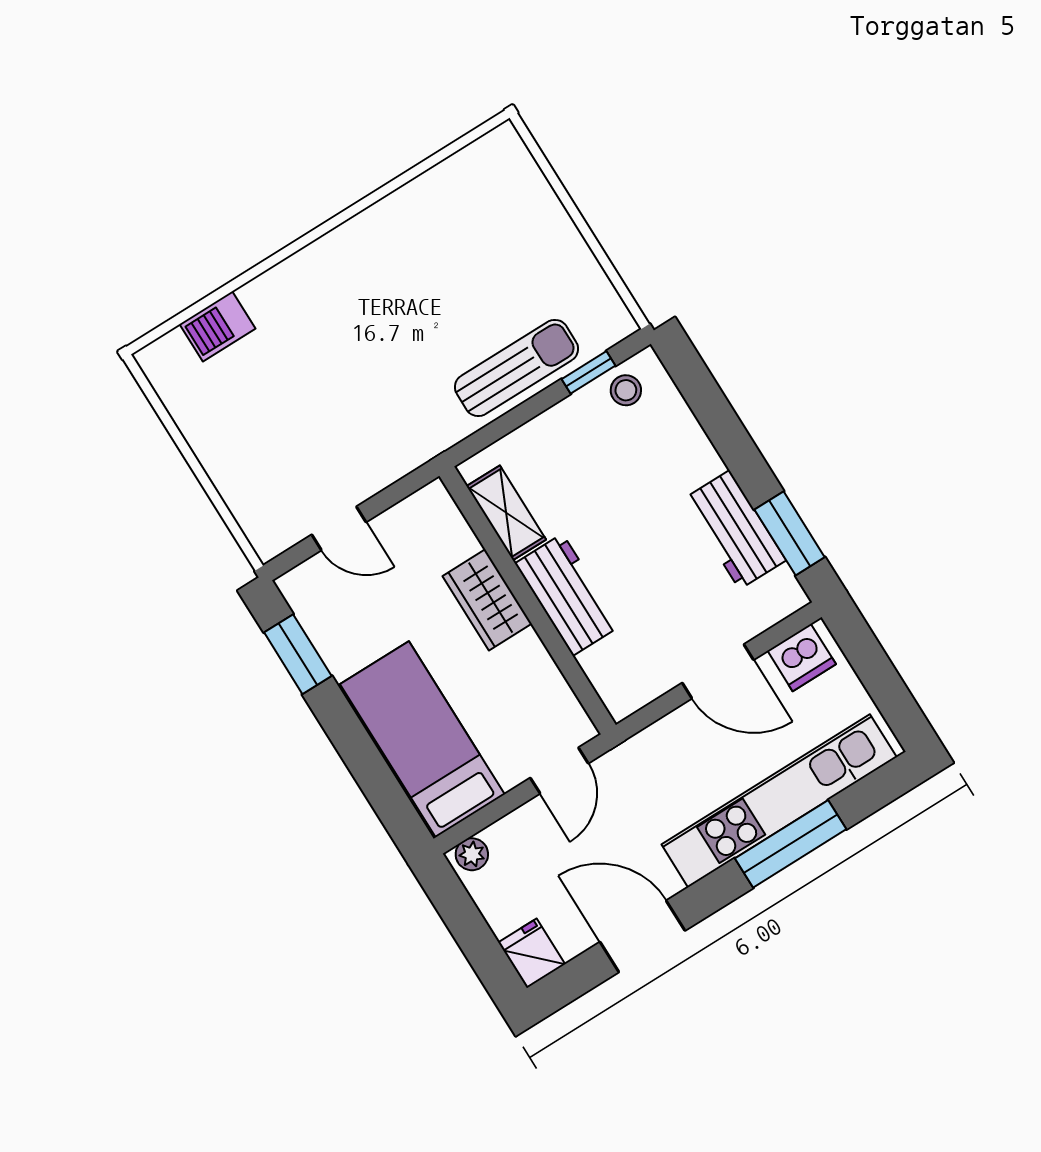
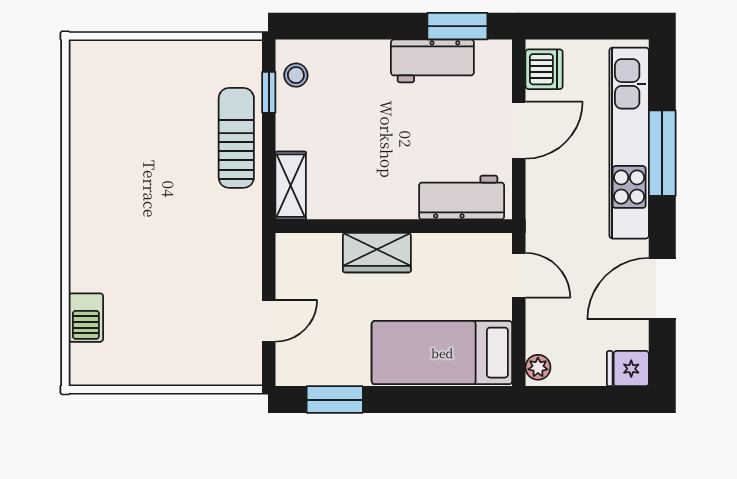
shelving: (506, 513) -> (291, 186), moved, turned 90
workbench: (568, 595) -> (462, 198), moved

